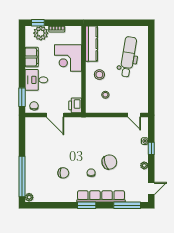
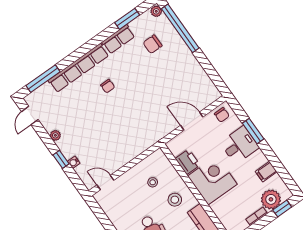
filing cabinet: (32, 57) -> (266, 172), width x0.50
corner desk: (68, 58) -> (212, 180), moved
window: (22, 97) -> (253, 131), moved
printer: (75, 105) -> (188, 162), moved
chair: (109, 162) -> (96, 112), removed
chair: (63, 173) -> (152, 44), moved
row of seats: (64, 197) -> (118, 39), added
window: (87, 205) -> (127, 19), moved

